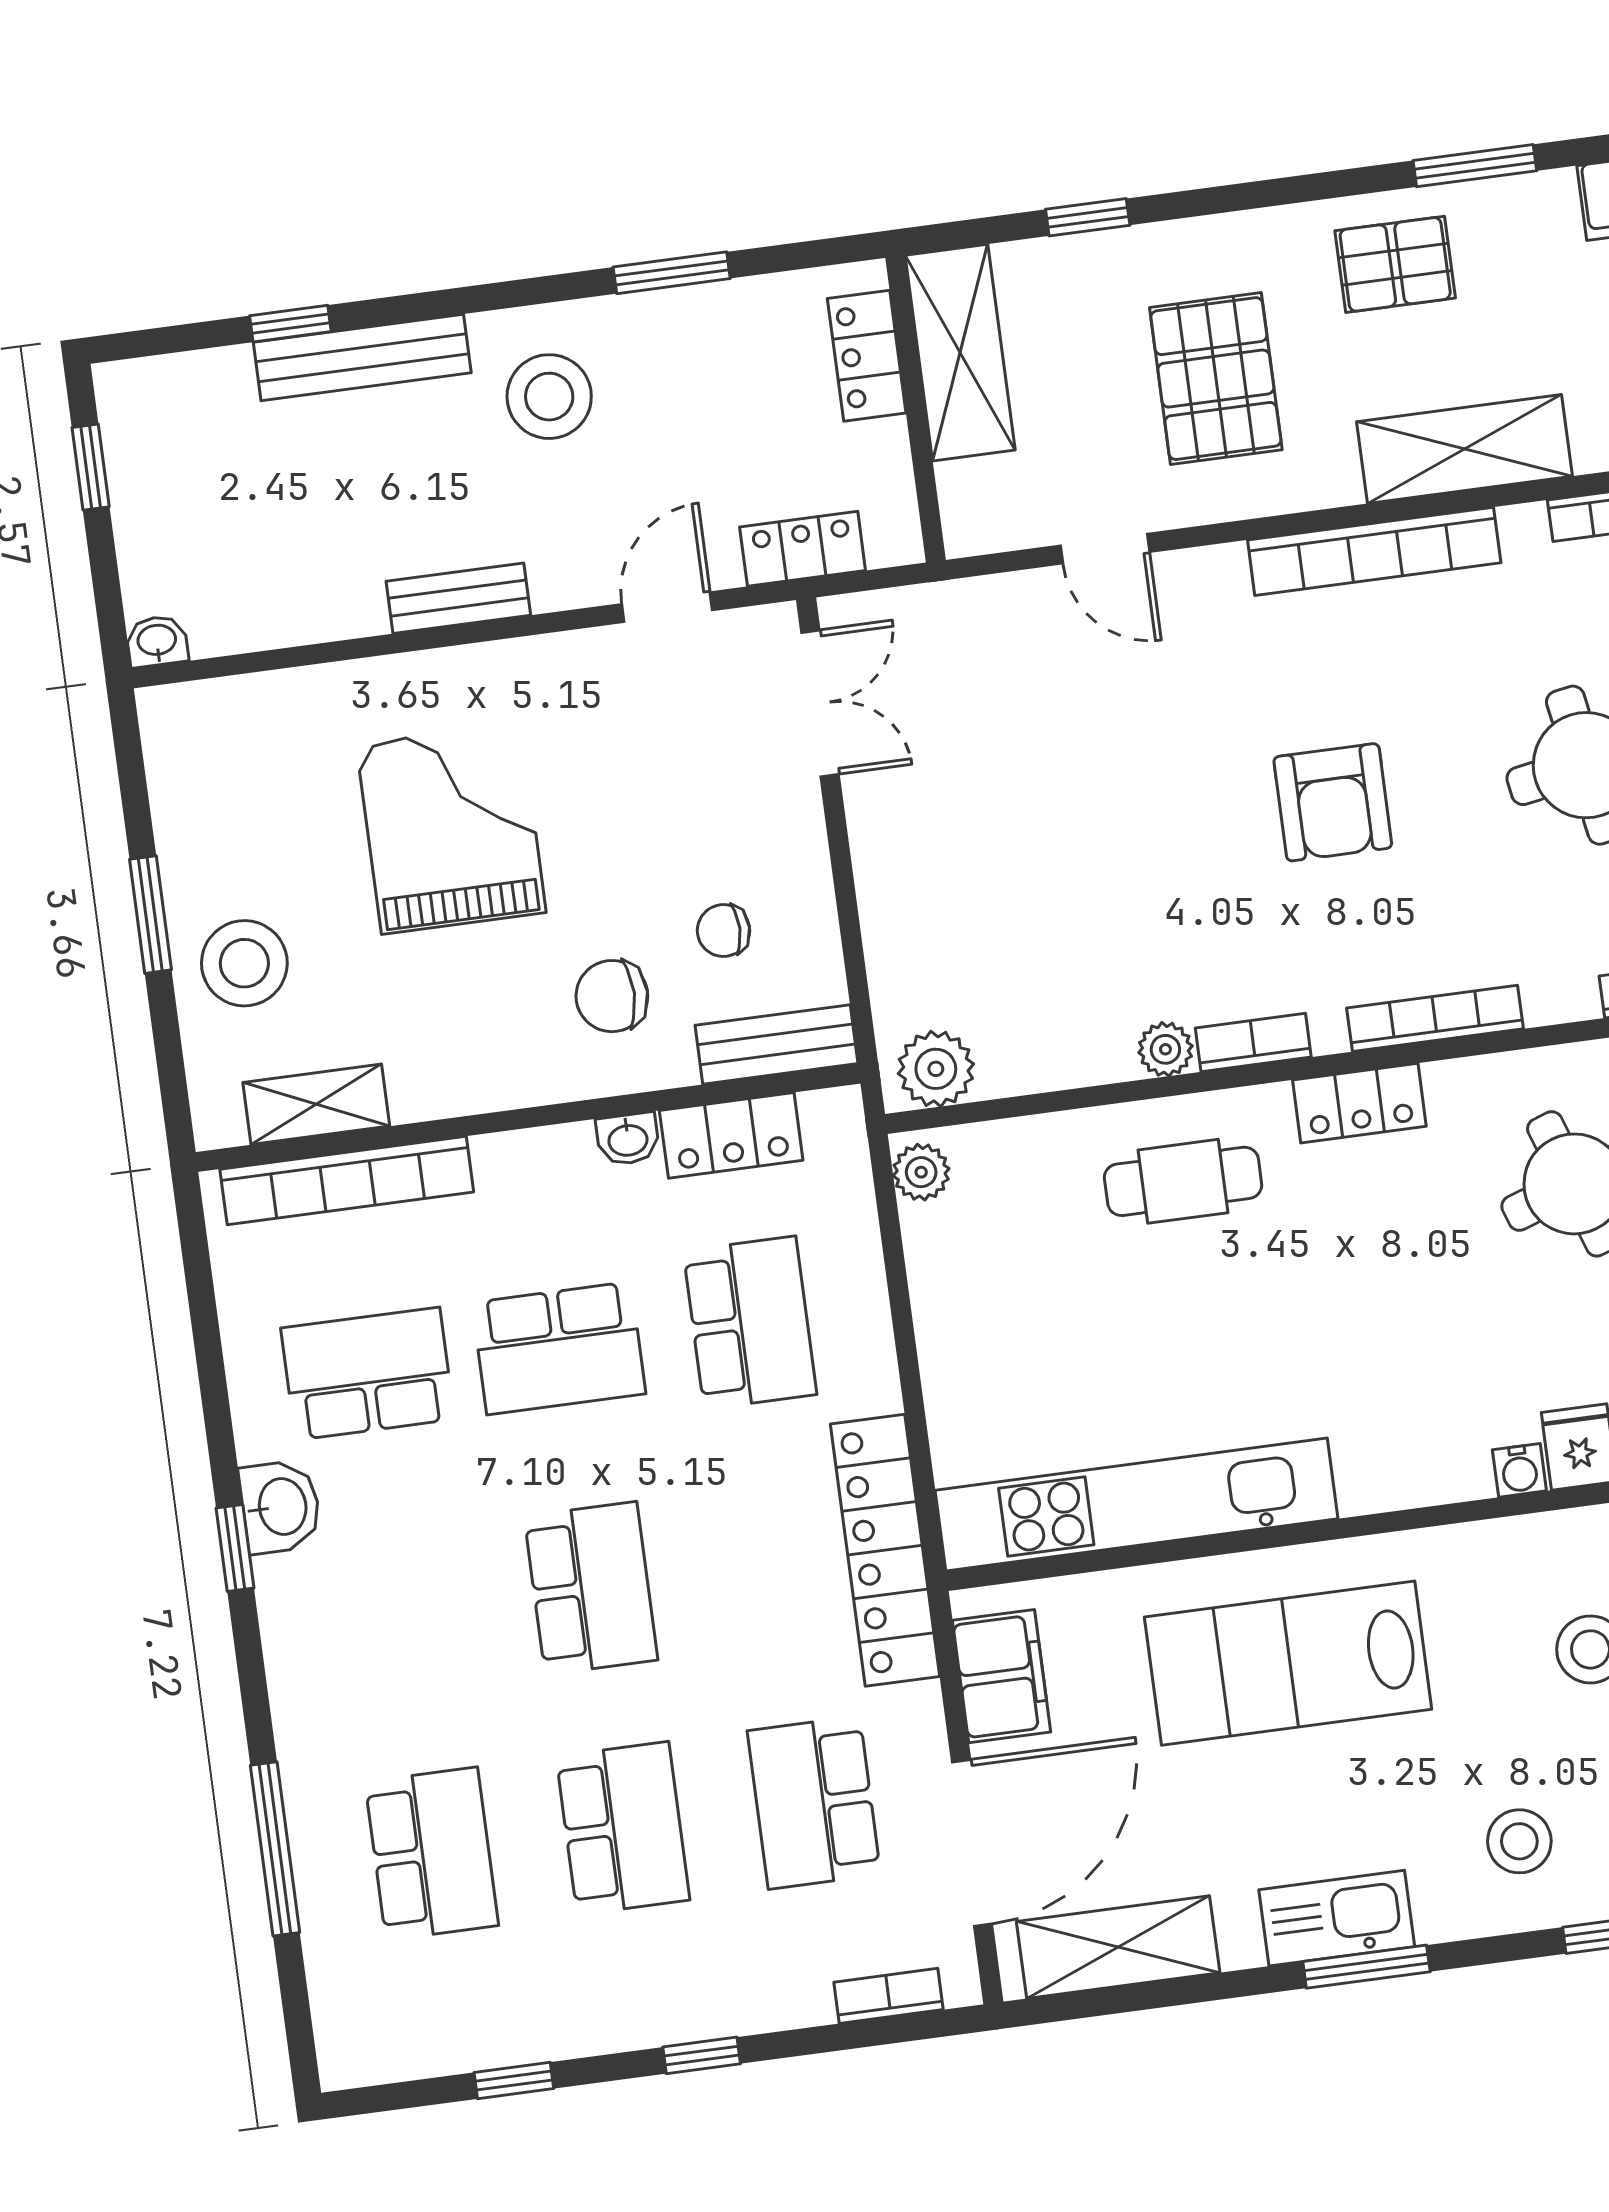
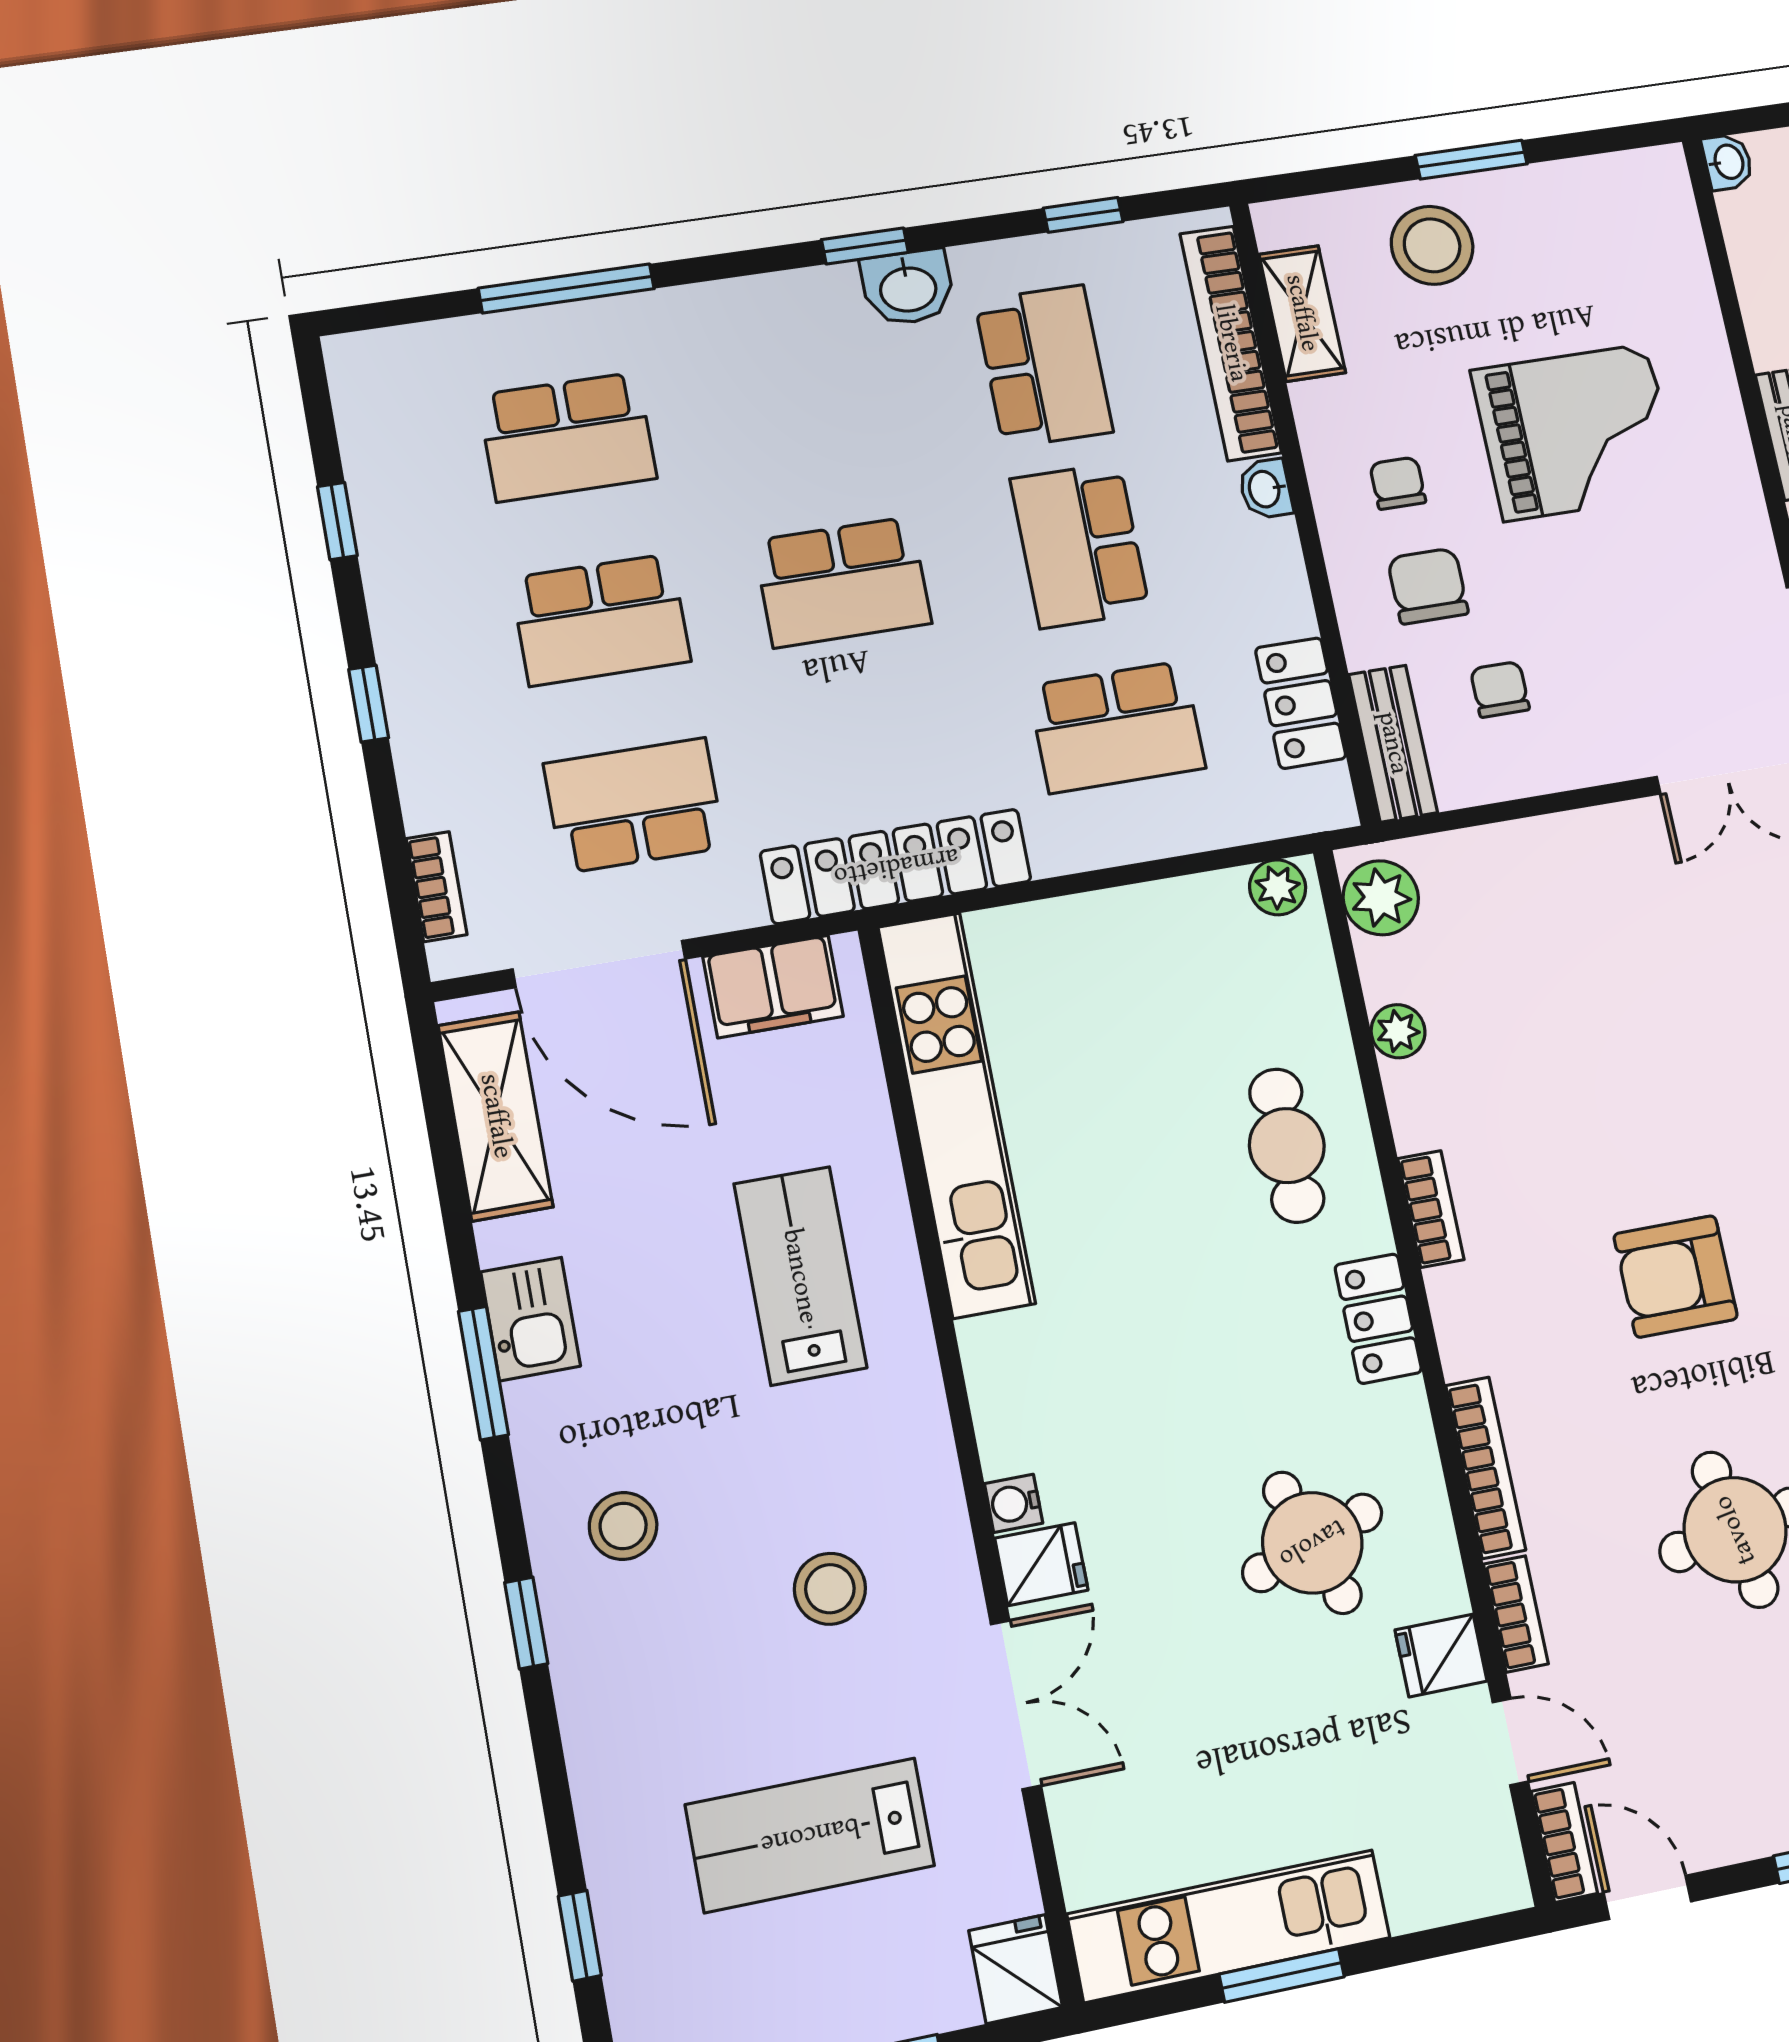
bookcase: (1435, 1018) -> (1486, 1468), moved
chair: (502, 1019) -> (1398, 483), added
plant: (1165, 1049) -> (1398, 1031), moved
washbasin: (628, 1139) -> (1265, 489), moved
window: (205, 1324) -> (1083, 215), added
lab bench: (1288, 1663) -> (800, 1276), width x0.73, depth x0.72
kitchen sink: (1337, 1918) -> (530, 1319), width x0.73

